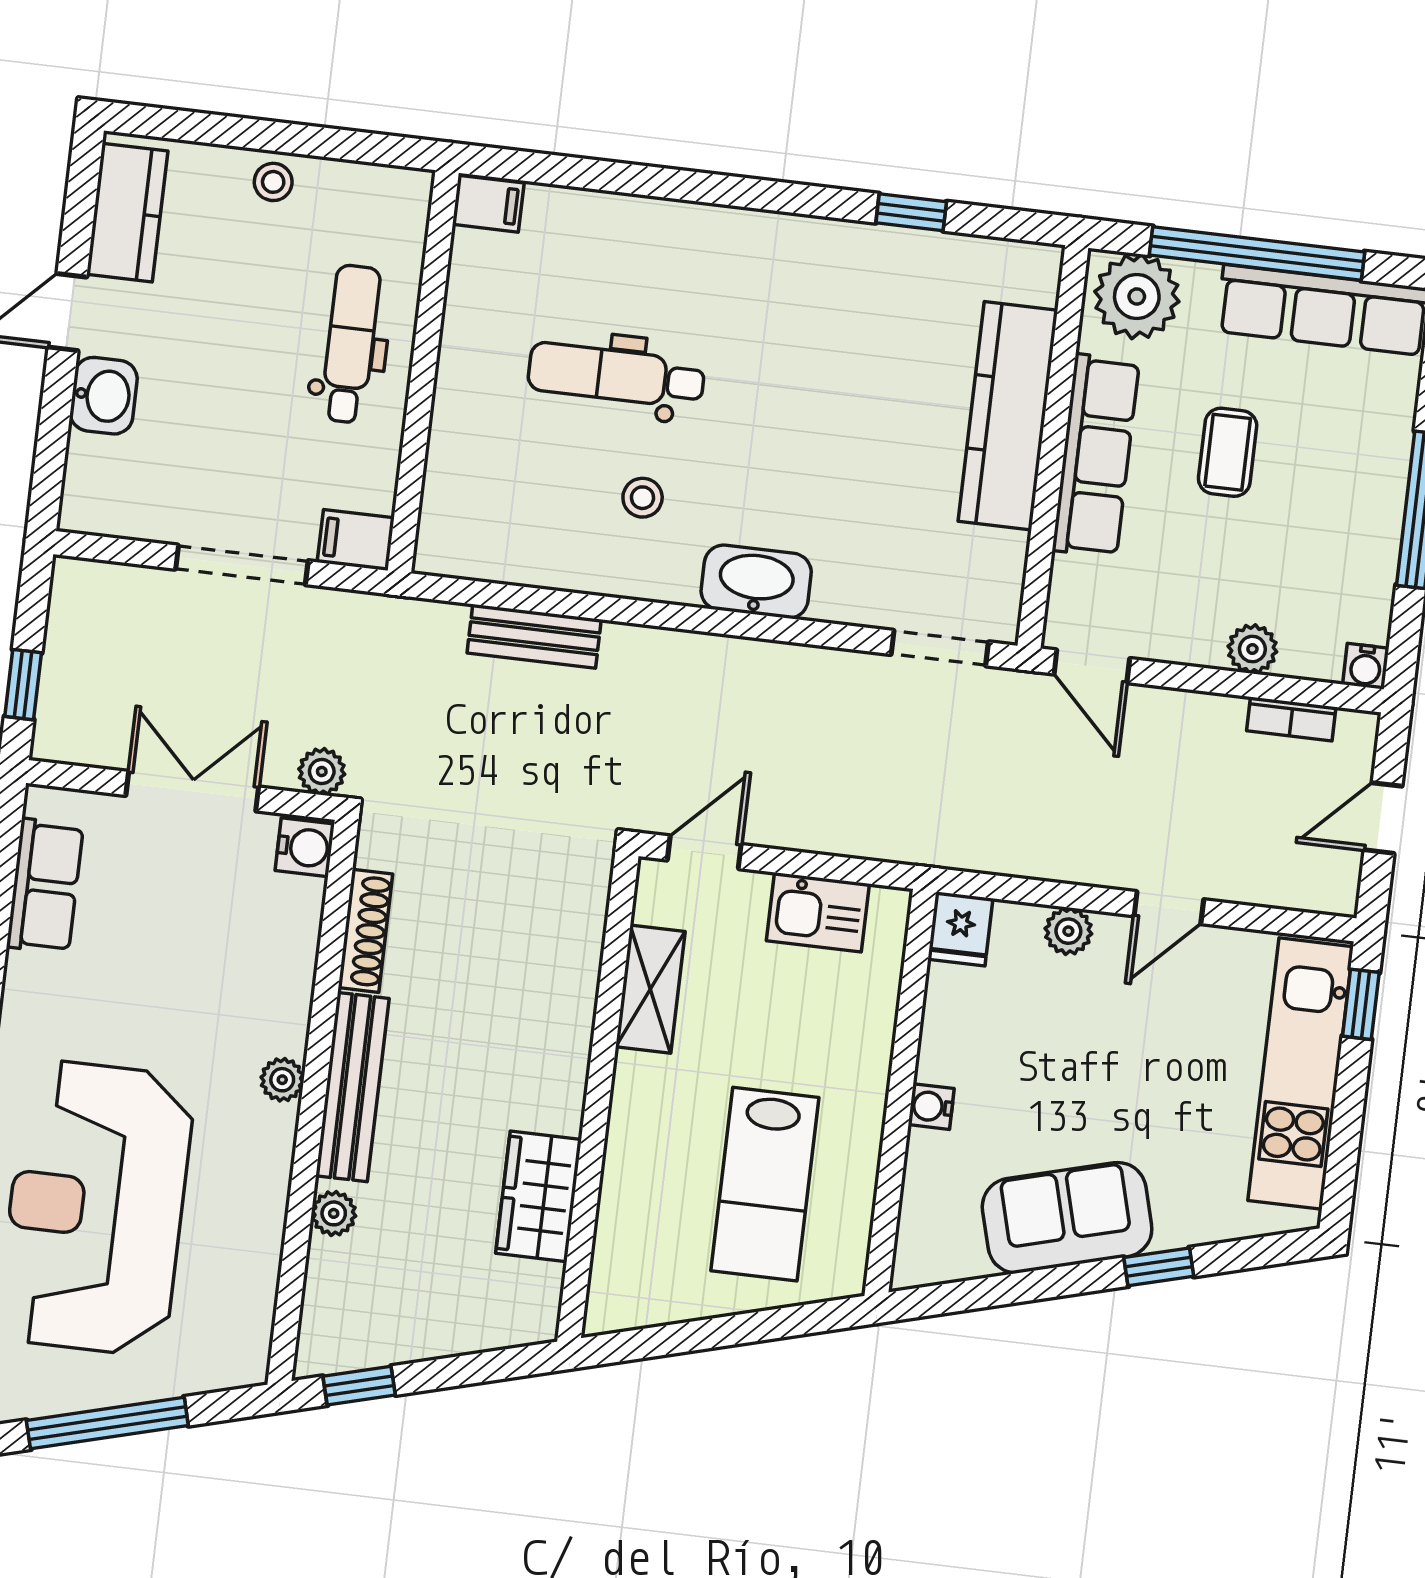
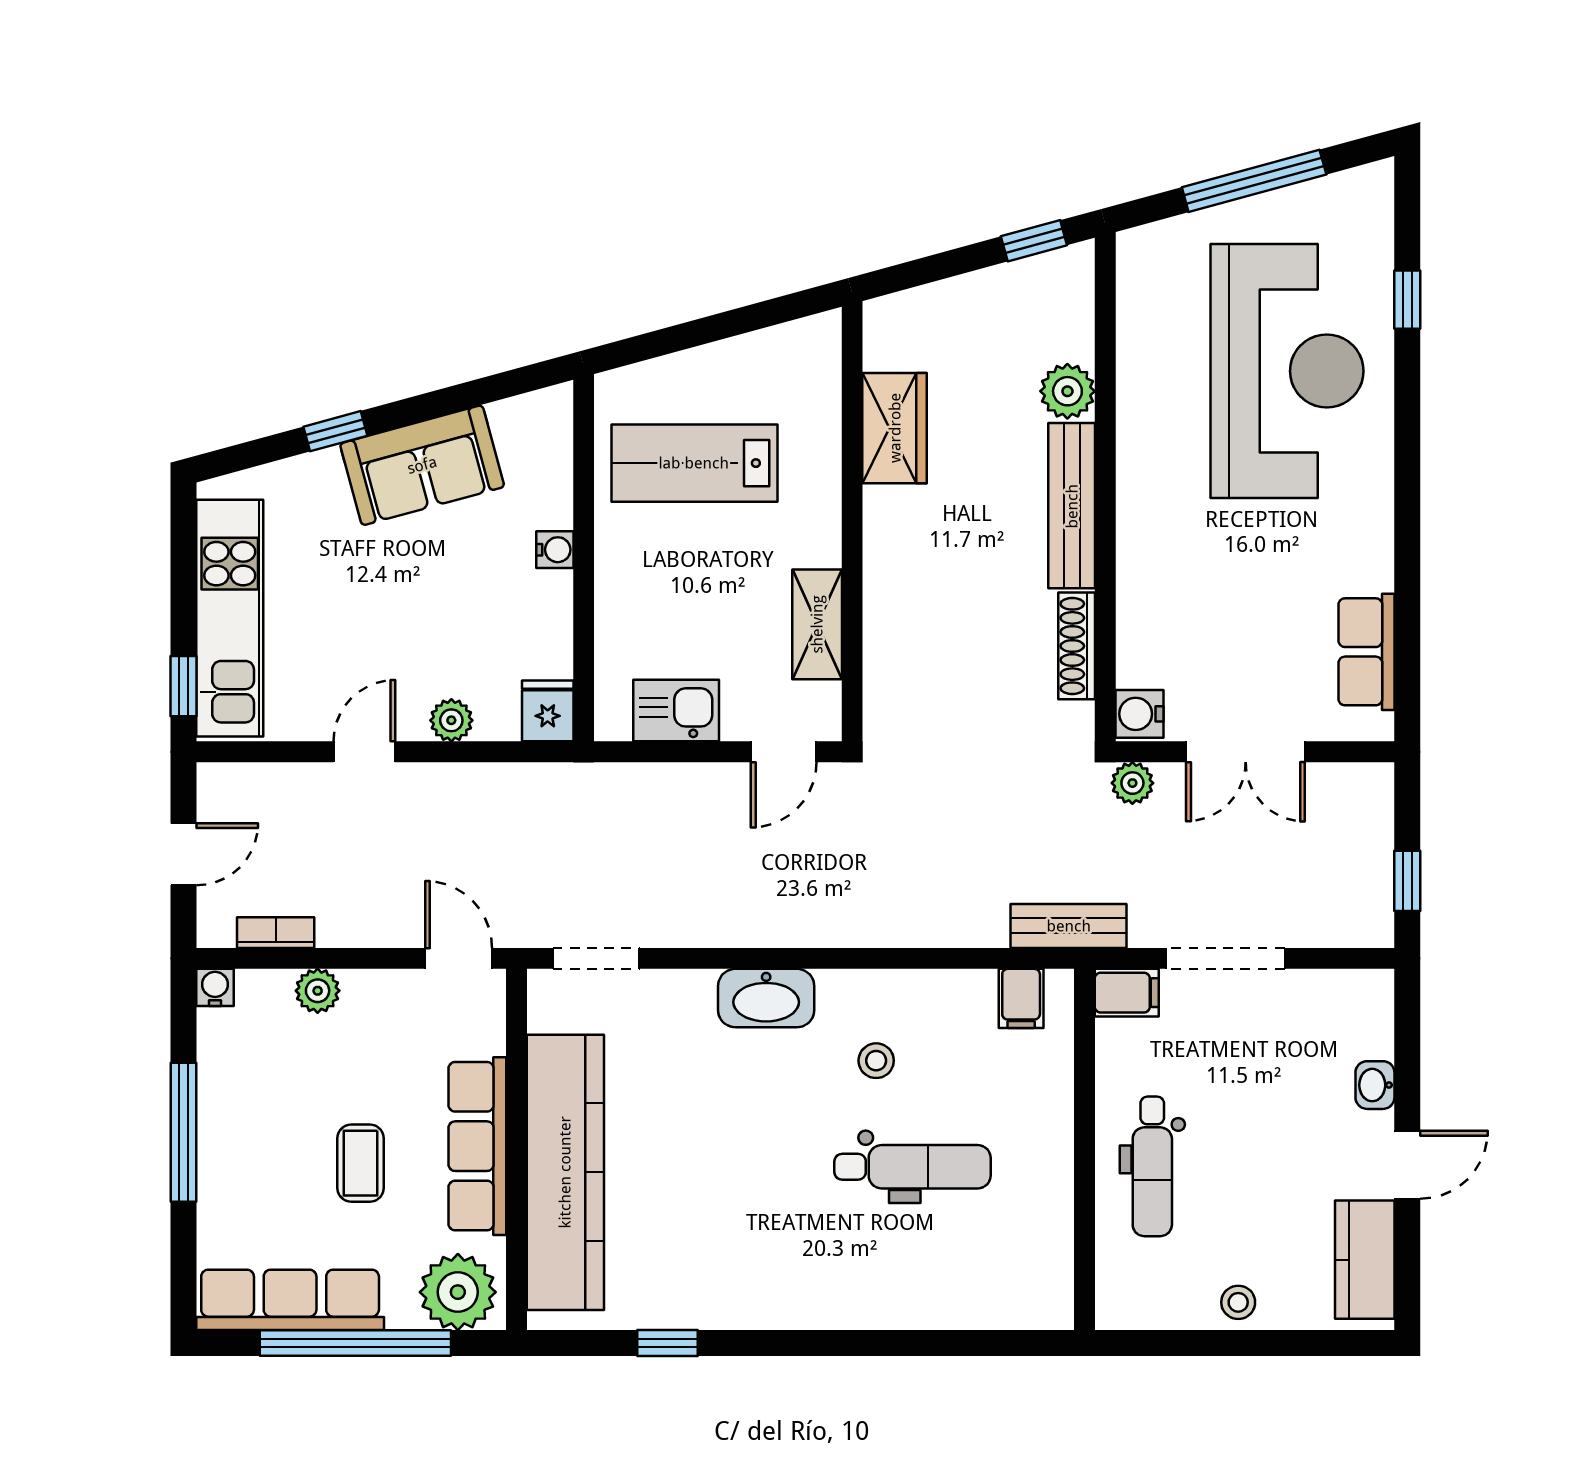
filing cabinet: (488, 204) -> (1021, 998), moved, turned -90
washbasin: (104, 396) -> (1375, 1085), width x0.72, depth x0.69
kitchen counter: (1008, 416) -> (565, 1172), width x1.39, depth x1.17
bench: (534, 636) -> (1069, 926), moved
window: (23, 685) -> (1407, 881), moved
plant: (282, 1080) -> (1135, 505), removed
lab bench: (765, 1184) -> (694, 463), turned -90
plant: (334, 1213) -> (1067, 391), width x1.38, depth x1.38

